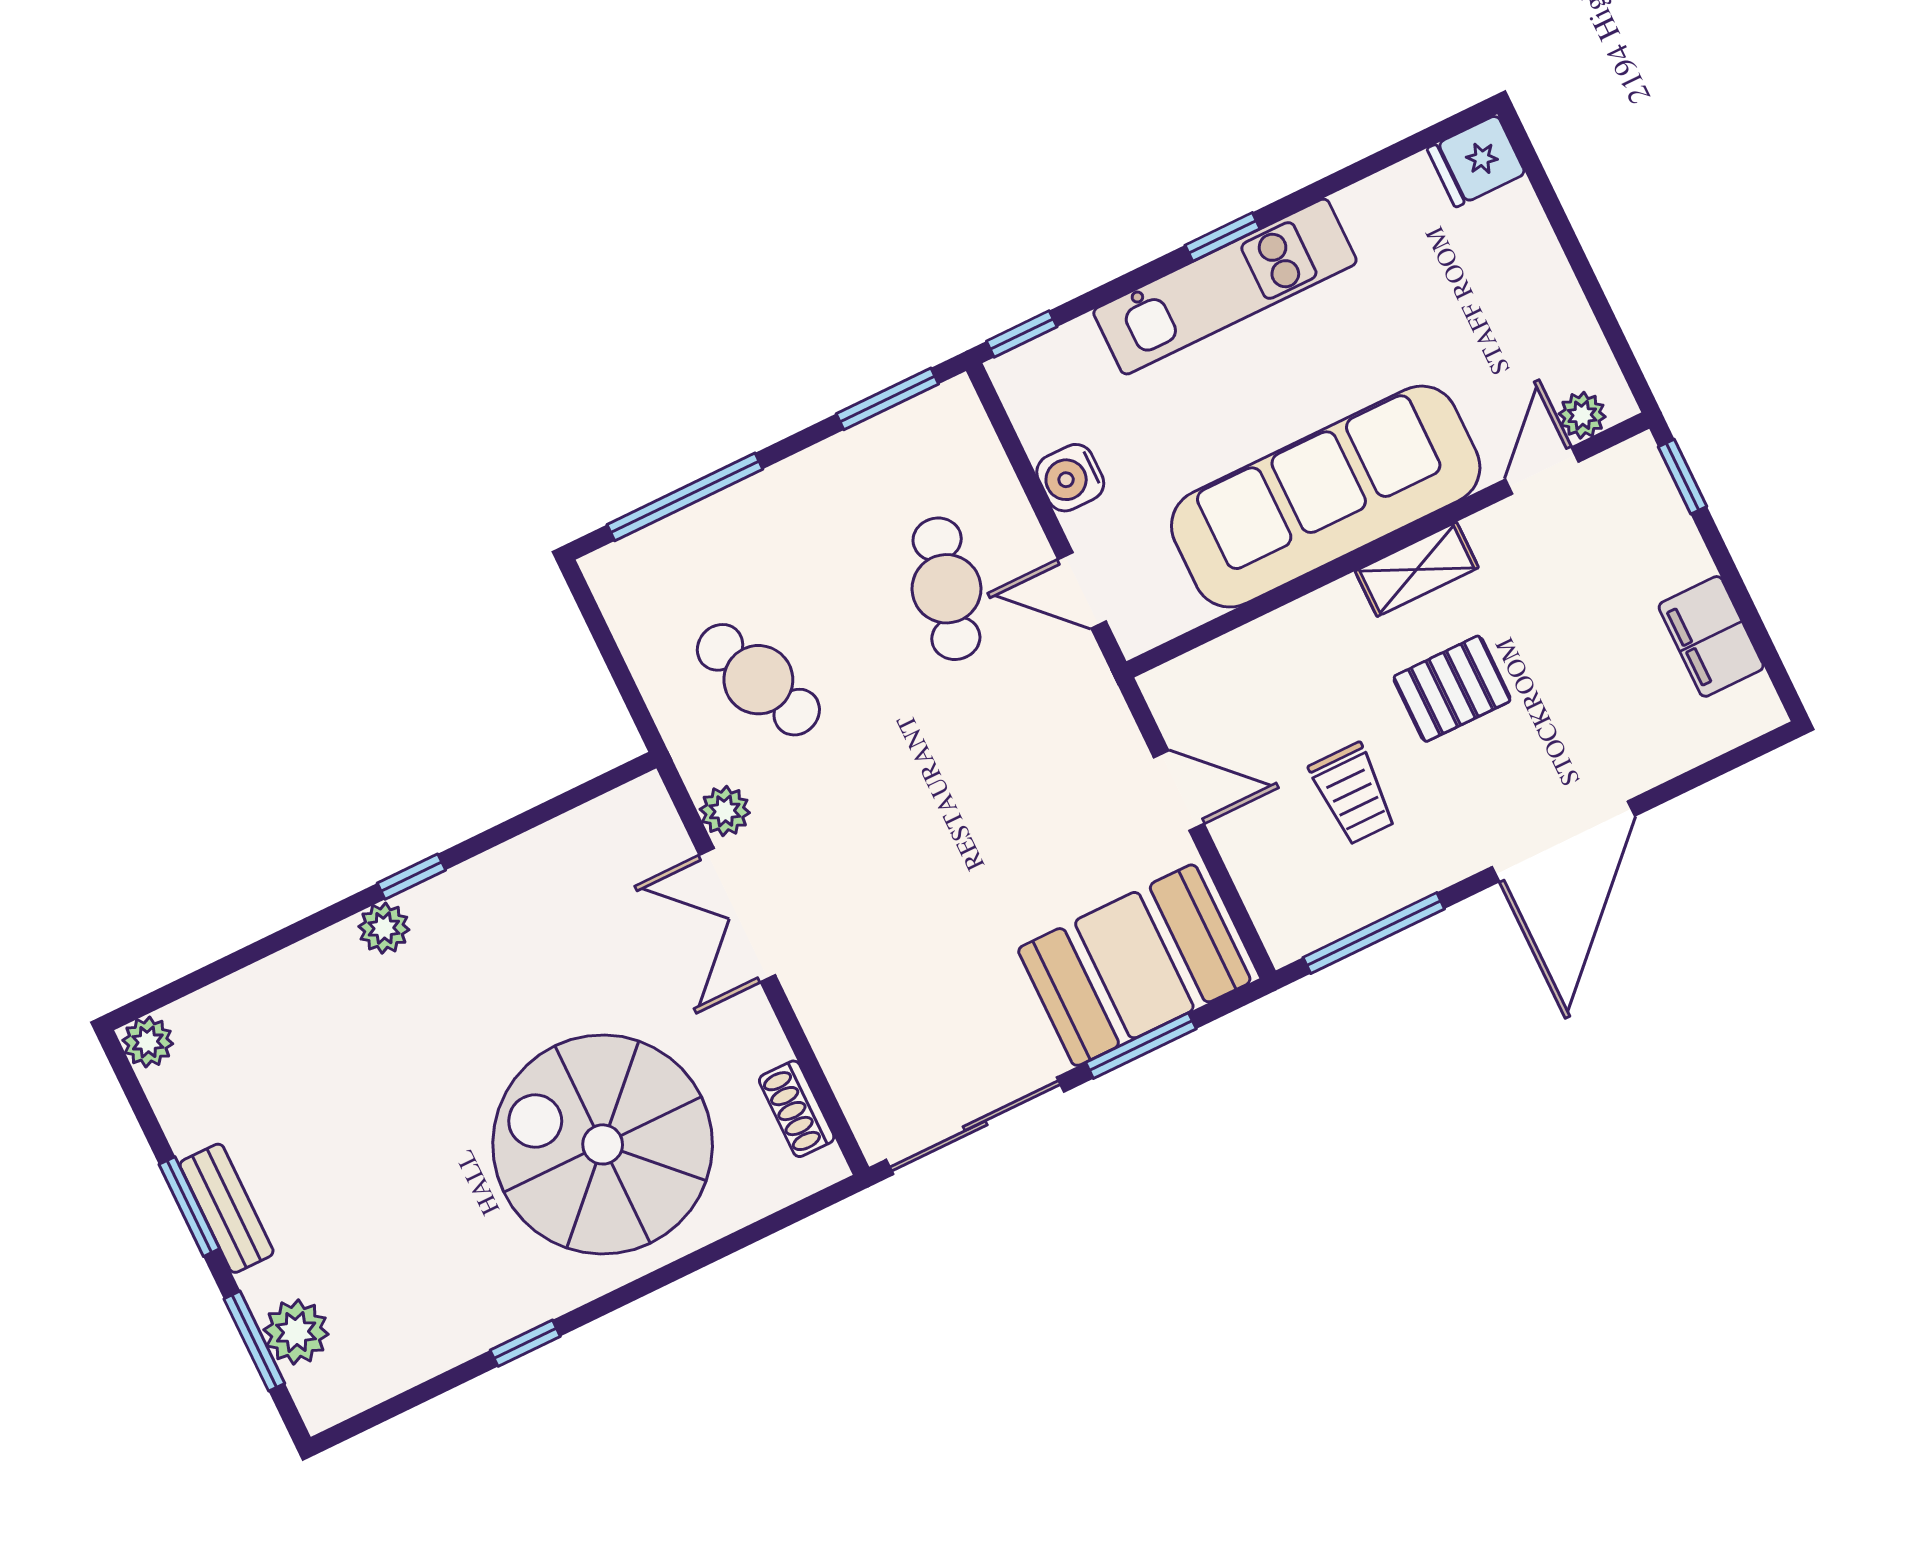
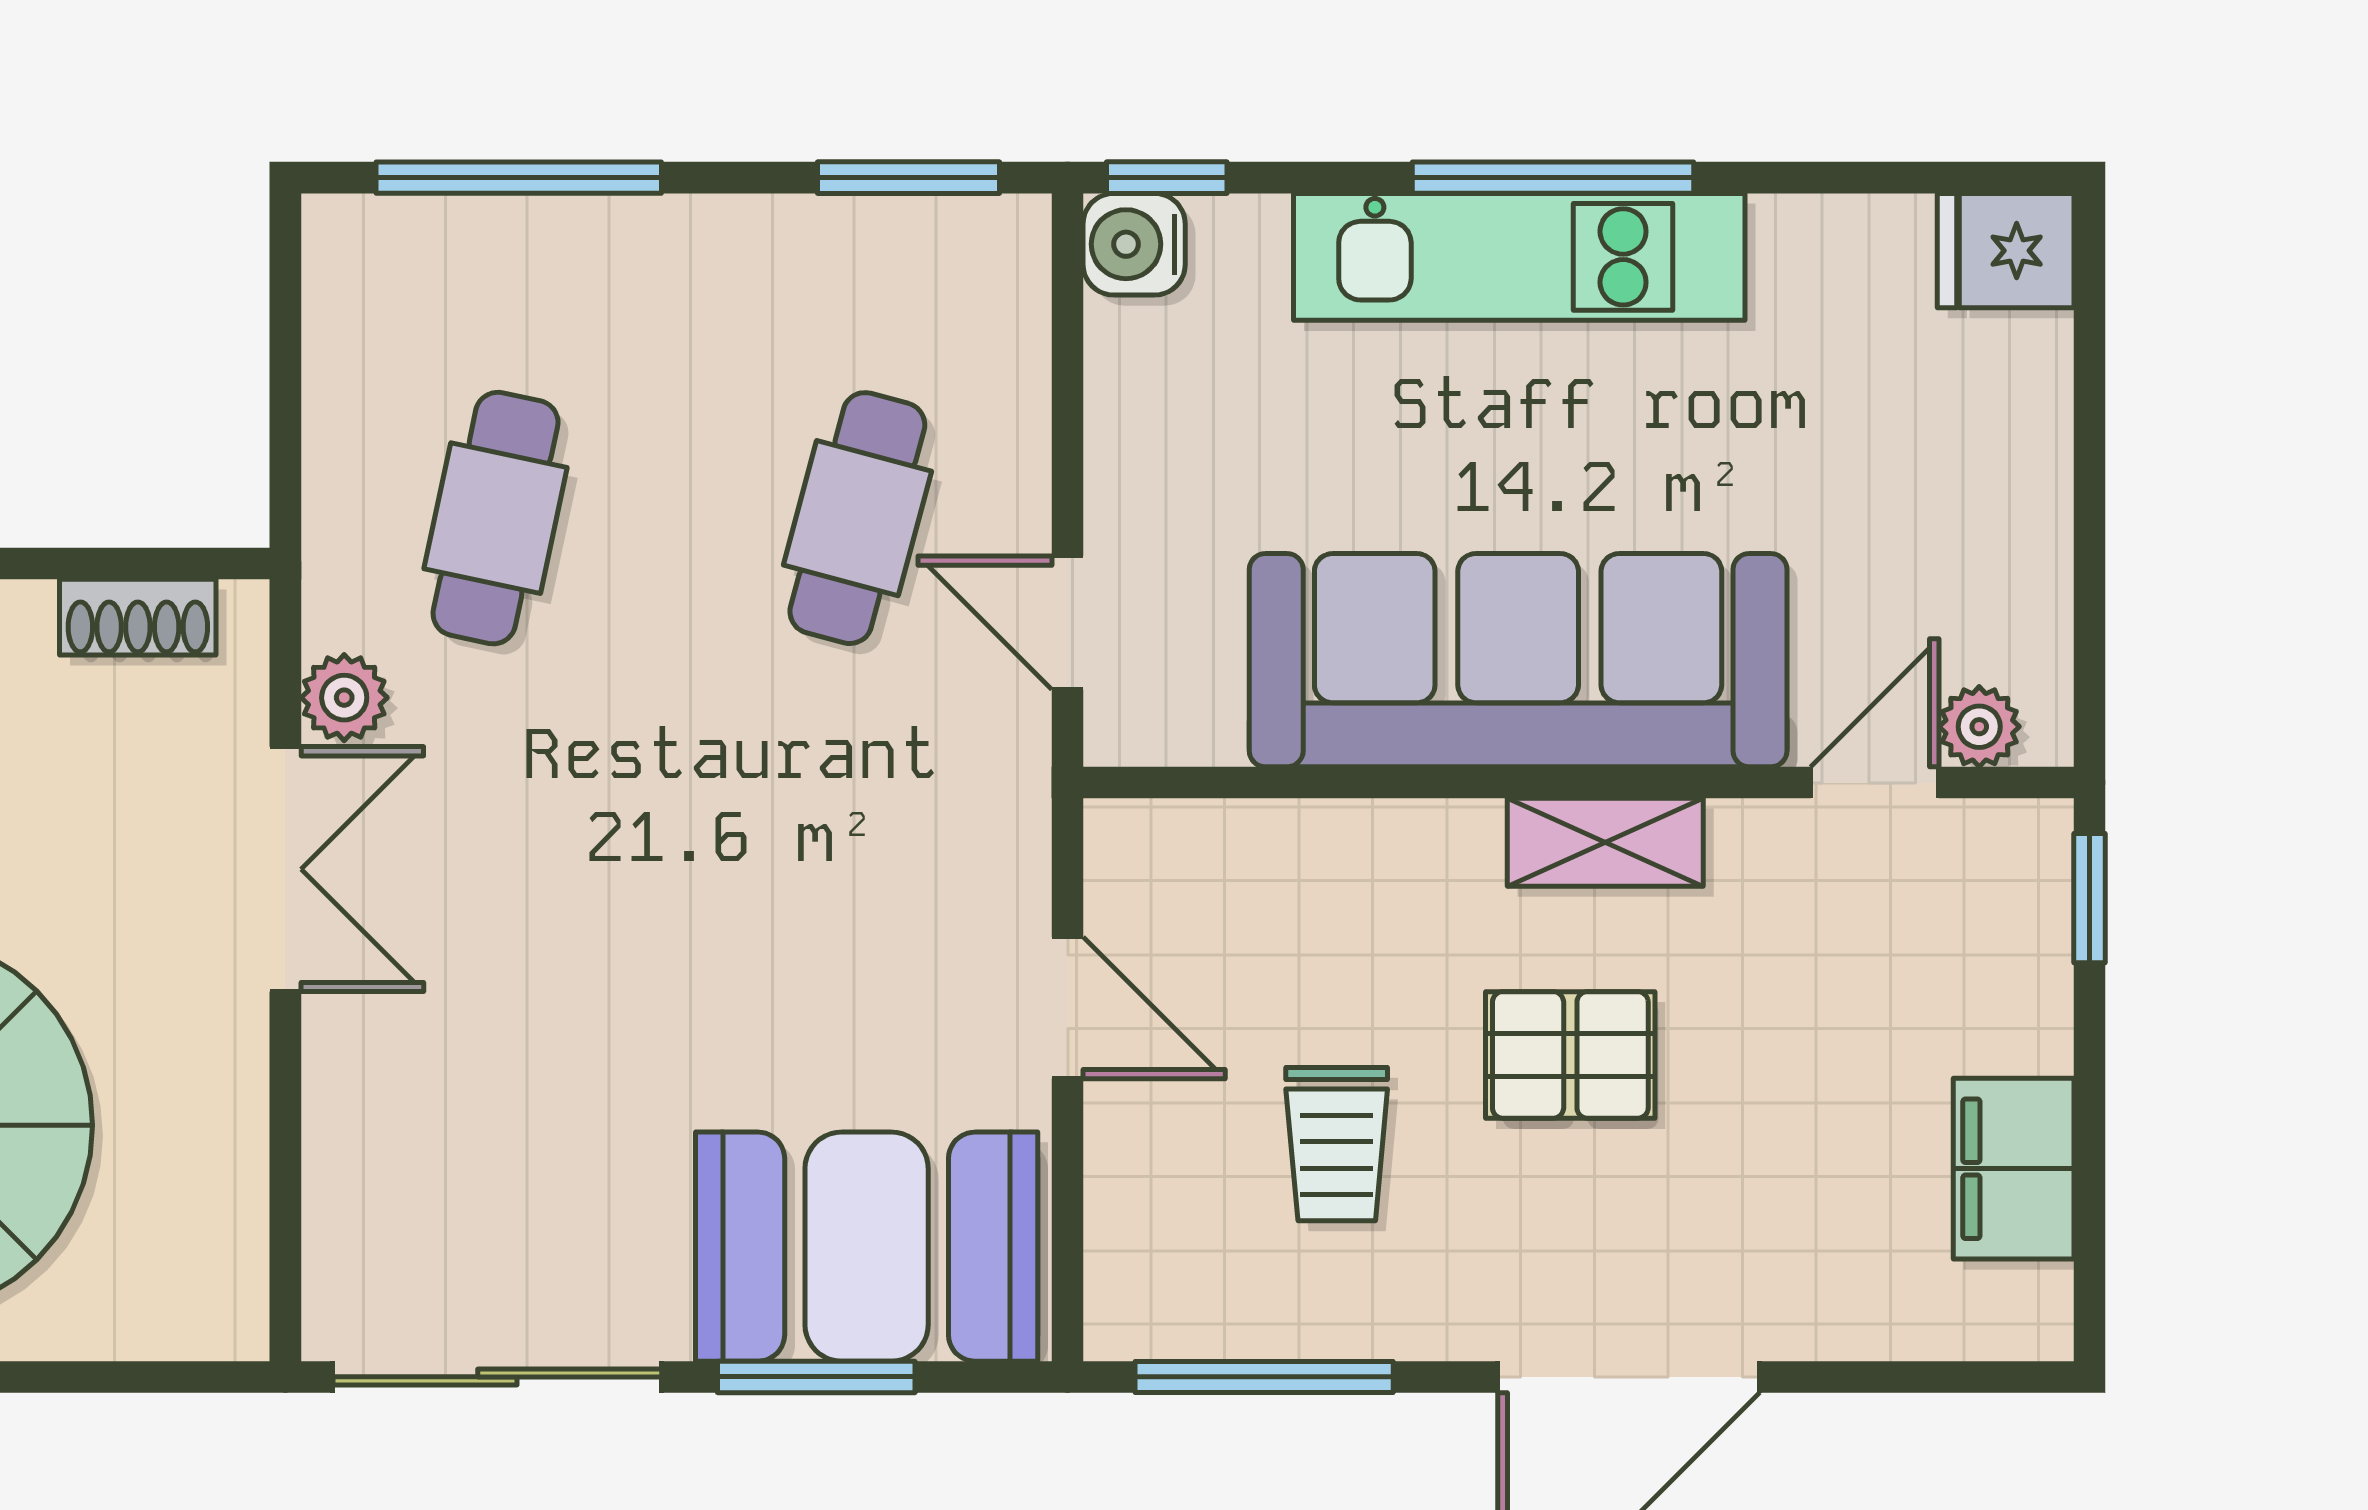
window: (1223, 237) -> (1553, 178), width x2.17
water cooler: (1070, 478) -> (1134, 244), moved
cafe table: (758, 680) -> (496, 518), turned 36
double door: (737, 915) -> (285, 869), swing flipped
shoe rack: (797, 1109) -> (138, 617), moved, turned -90

